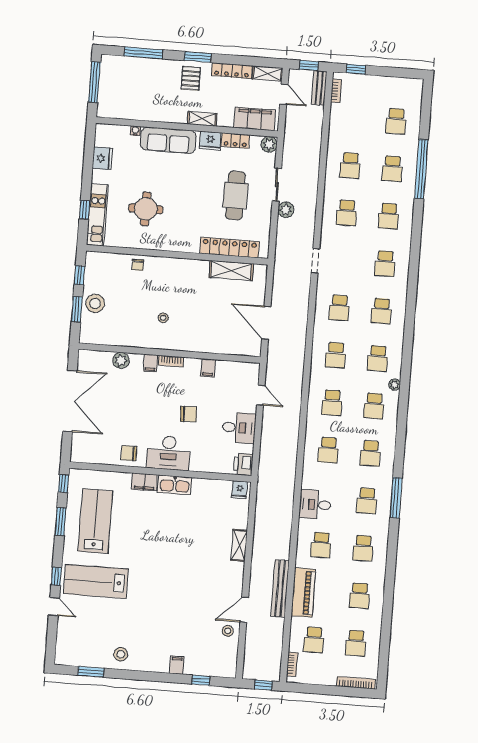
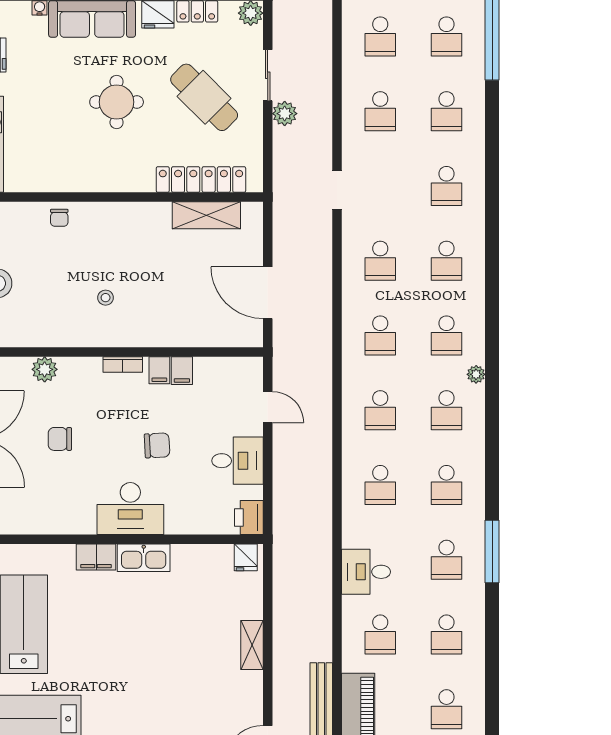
cafe table: (235, 195) -> (204, 97), turned -45
round table: (146, 209) -> (117, 102), moved
filing cabinet: (150, 363) -> (159, 370), moved
chair: (129, 453) -> (60, 439), moved

